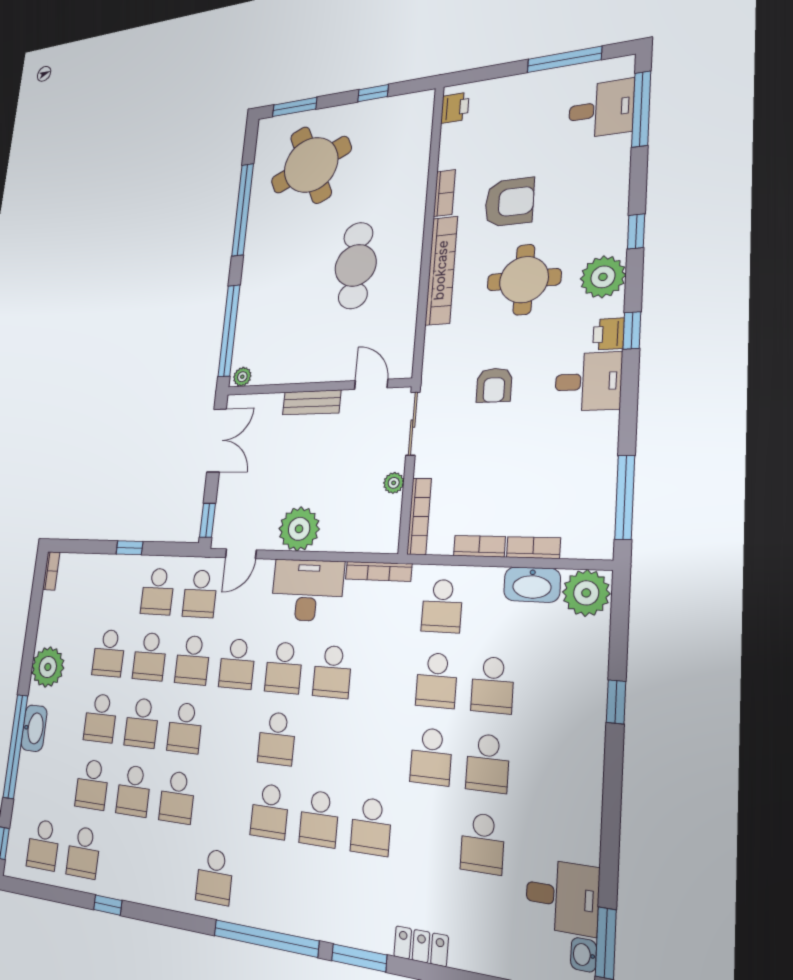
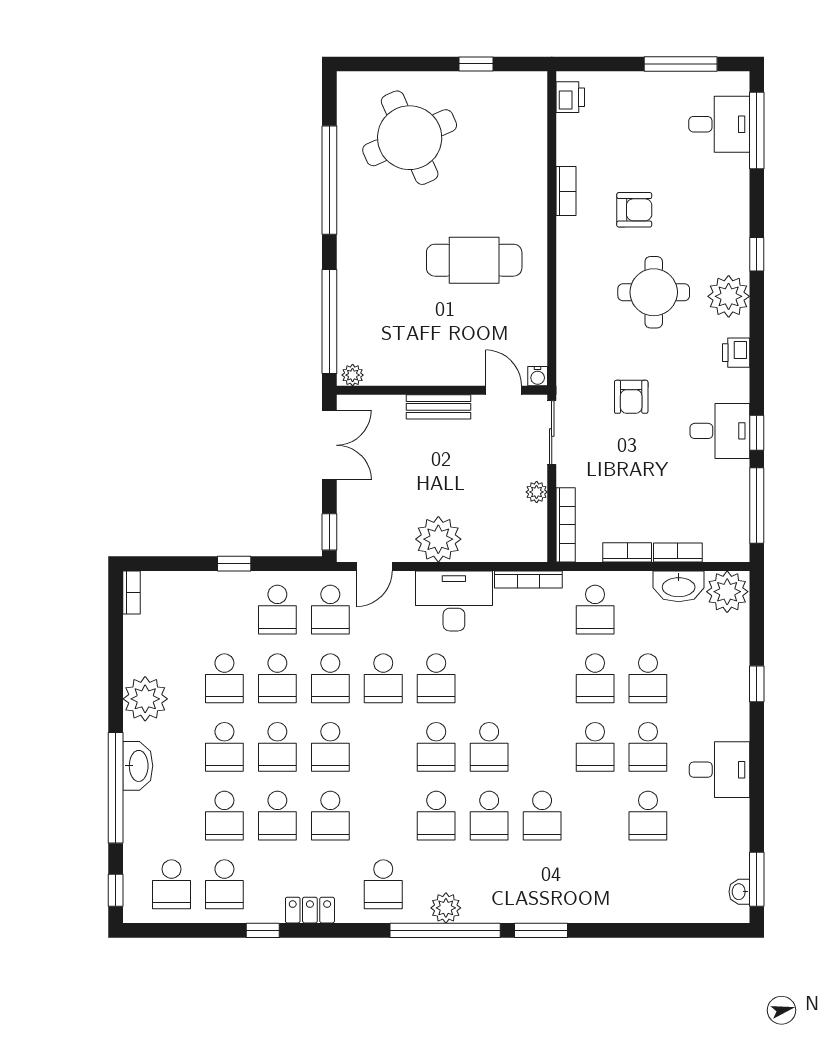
window: (295, 107) -> (382, 64), removed
armchair: (509, 202) -> (634, 210), width x0.72, depth x0.72
cafe table: (356, 265) -> (474, 260), turned 90
bookcase: (441, 270) -> (569, 275), removed
window: (632, 330) -> (757, 433), moved
water cooler: (404, 369) -> (538, 376), added
desk: (588, 382) -> (720, 431), moved
school desk: (332, 672) -> (489, 747), moved
desk: (562, 897) -> (719, 770), moved
plant: (269, 913) -> (446, 908), added
locker: (421, 946) -> (310, 910), moved

